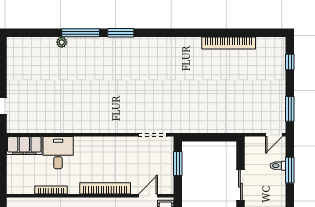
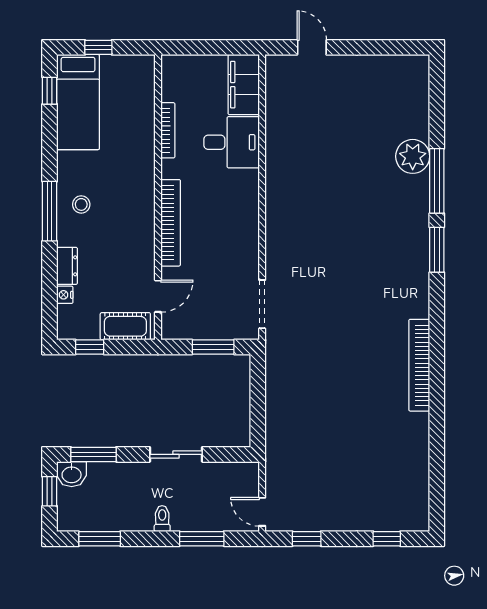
plant: (62, 42) -> (413, 156), width x1.88, depth x1.88
bookcase: (229, 43) -> (419, 365), moved
window: (290, 109) -> (307, 539), width x0.67
toilet: (278, 166) -> (162, 519), moved
door: (148, 196) -> (158, 296), hinge flipped

